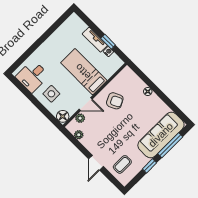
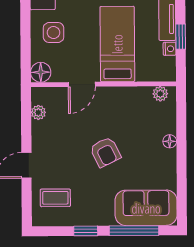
armchair: (115, 101) -> (105, 152), moved
door: (86, 104) -> (82, 84), hinge flipped
plant: (80, 118) -> (160, 94), moved
sofa: (161, 135) -> (146, 208), width x0.73

